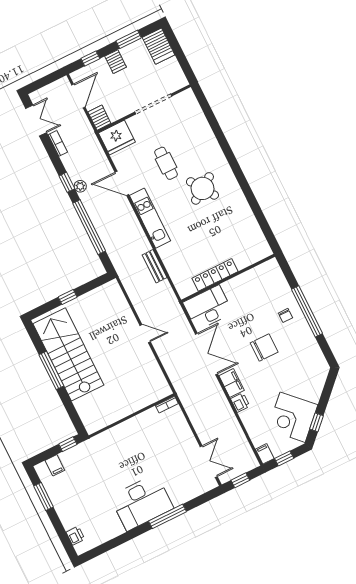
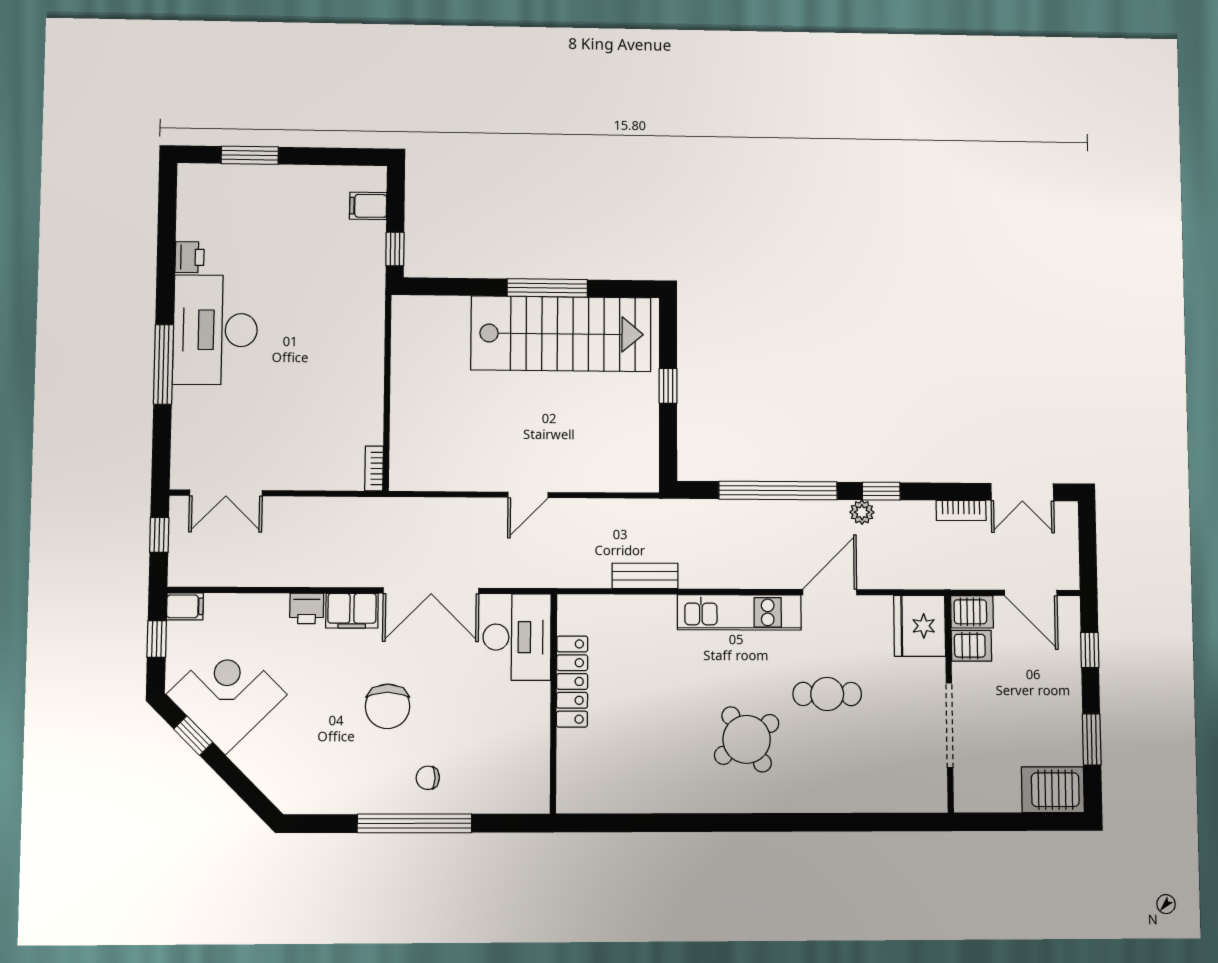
server rack: (116, 62) -> (971, 646), moved, turned 180
window: (44, 496) -> (250, 155), moved
printer: (75, 536) -> (190, 257), moved, turned -90

